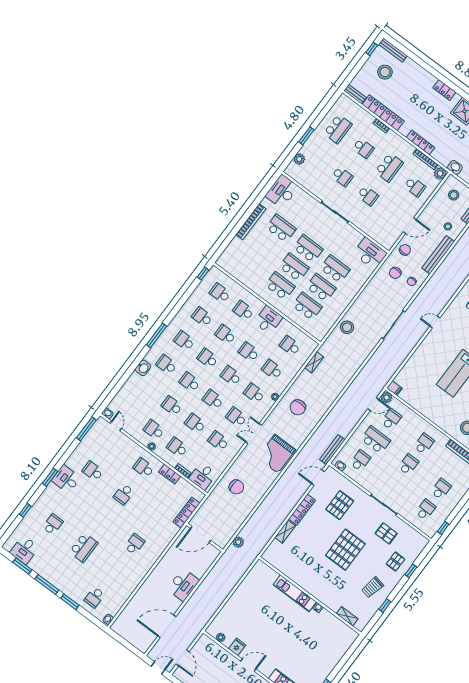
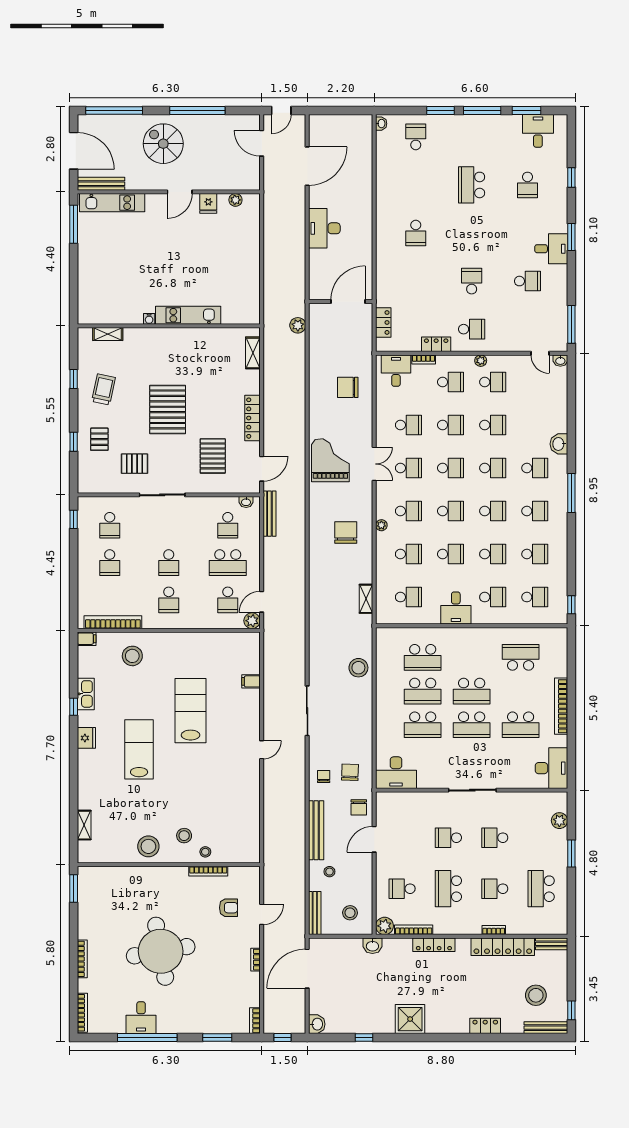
locker: (444, 90) -> (485, 1026), moved
school desk: (280, 286) -> (521, 657), moved, turned 180
filing cabinet: (394, 388) -> (251, 681), moved
locker: (187, 512) -> (383, 322), width x0.66
shelving: (285, 532) -> (253, 353), moved

